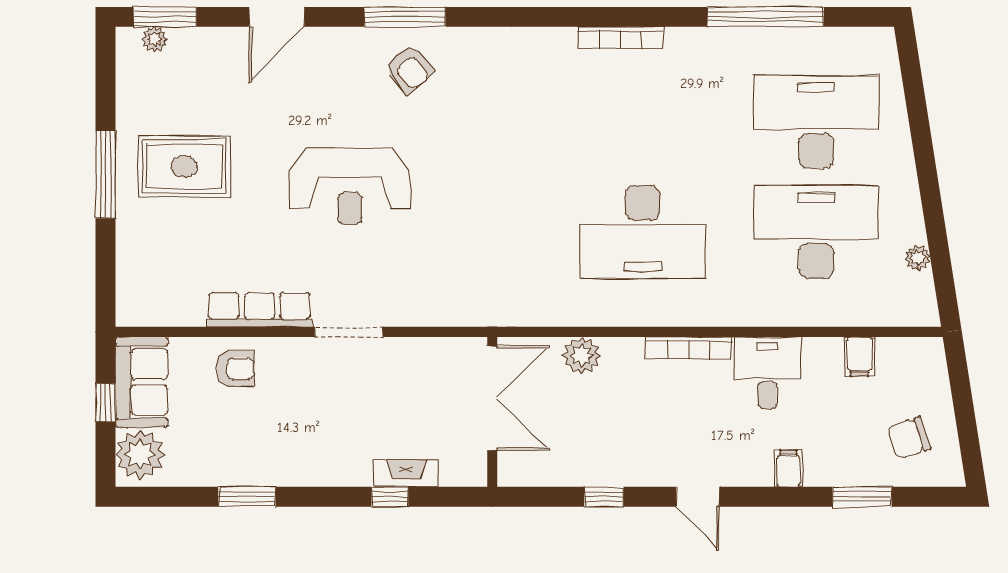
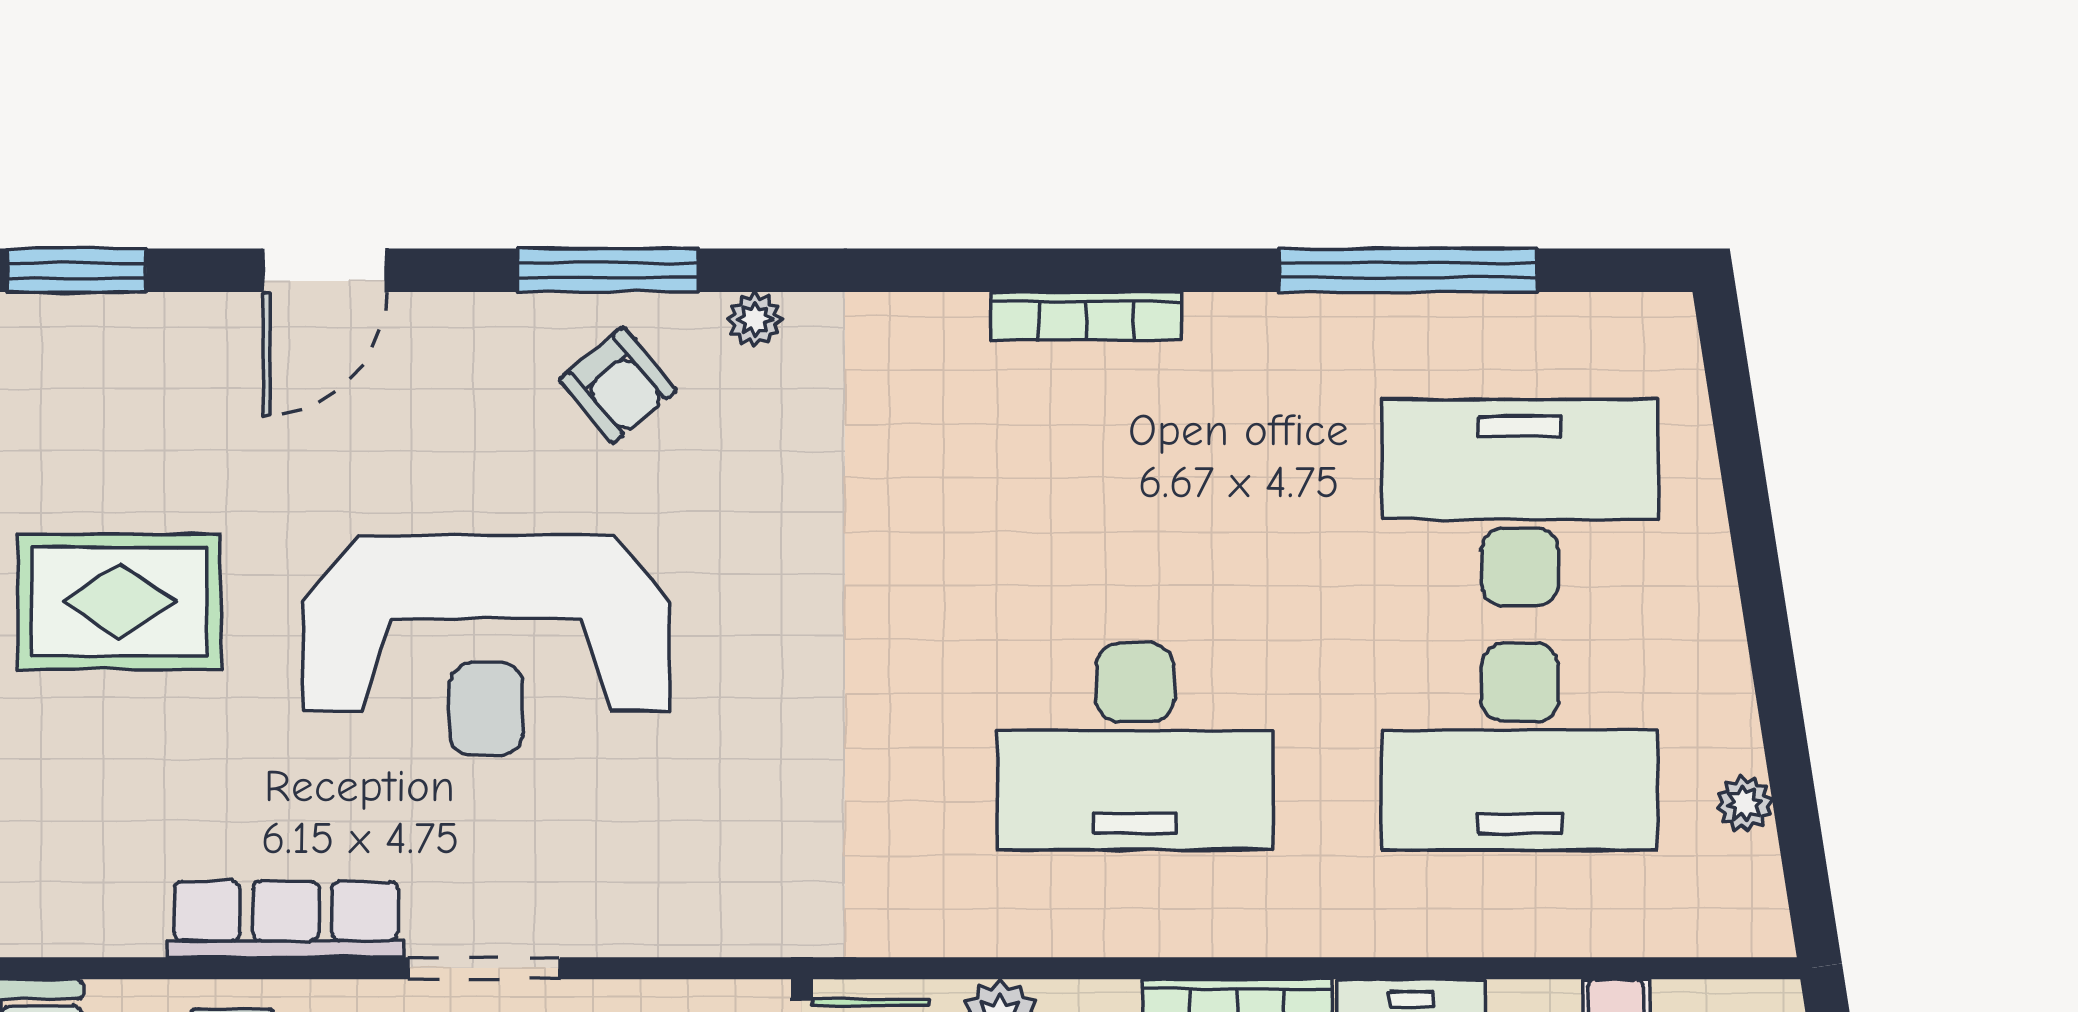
plant: (155, 39) -> (755, 319), moved
reception desk: (350, 186) -> (486, 645), width x1.36, depth x1.30
desk: (816, 232) -> (1520, 747), turned 180

